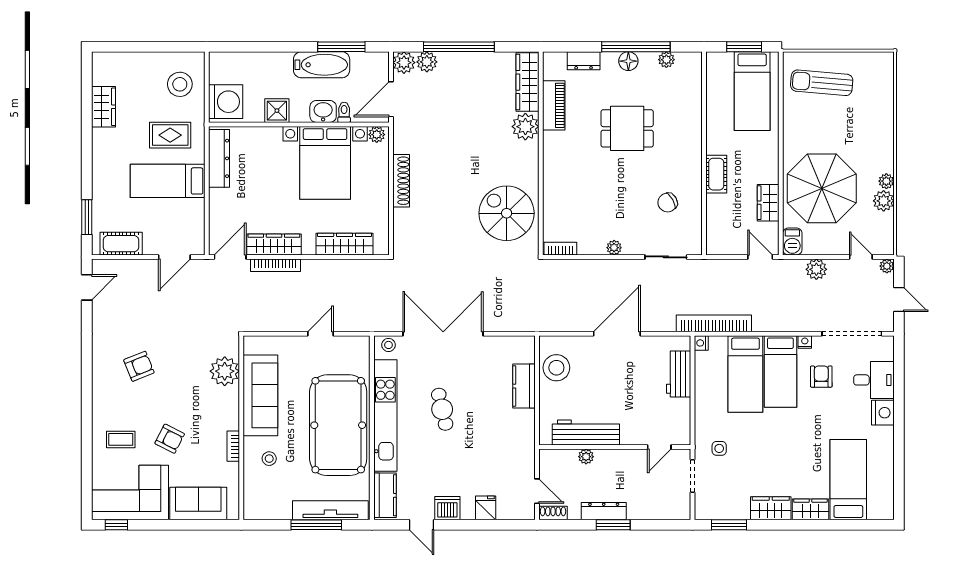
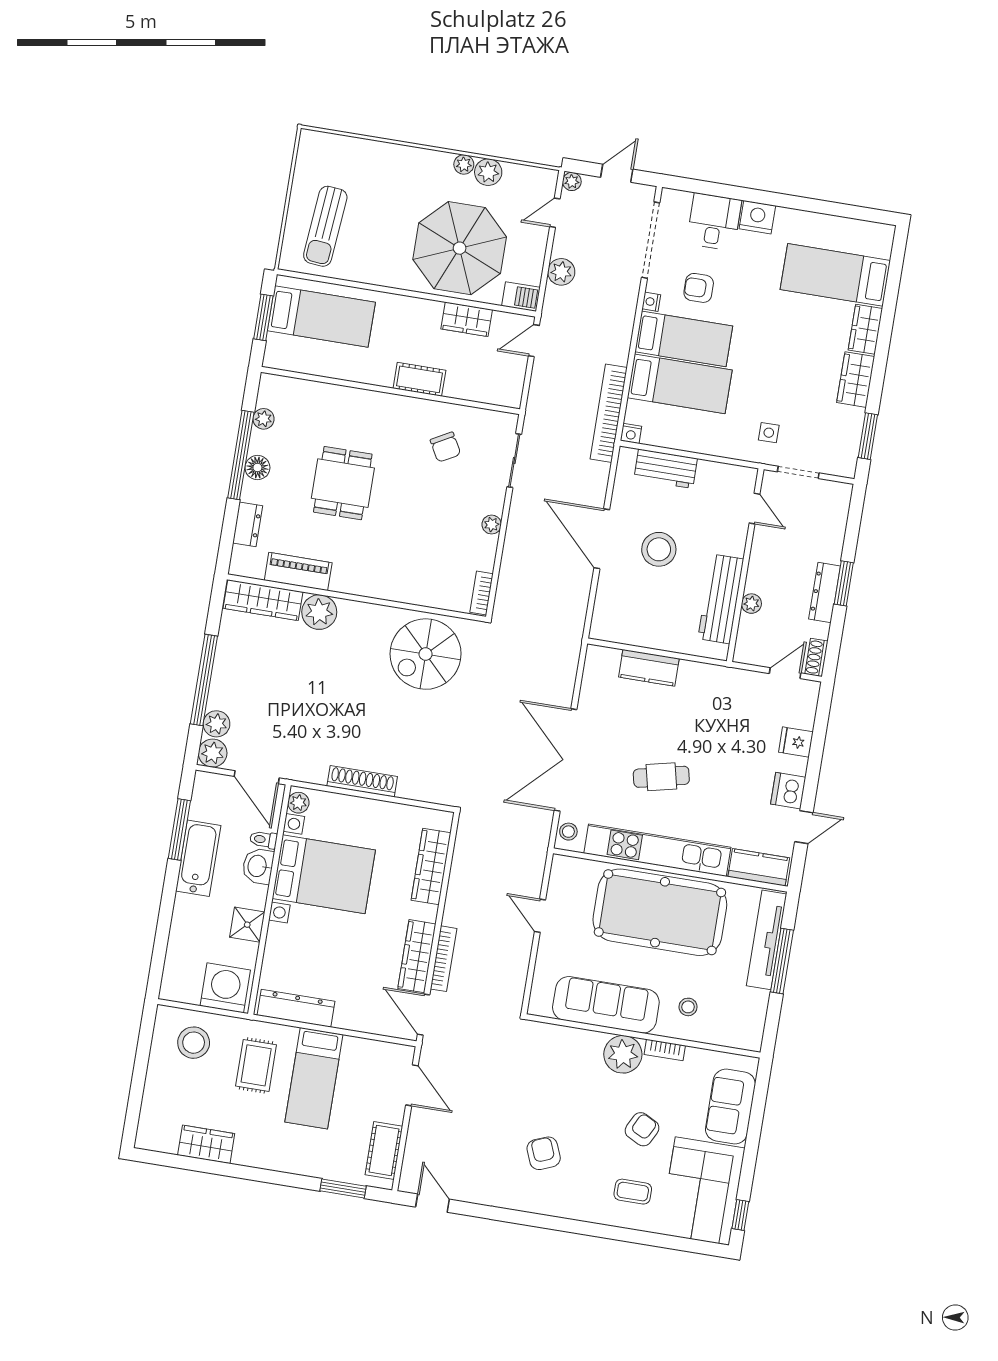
stool: (556, 368) -> (659, 549), moved
plant: (225, 371) -> (623, 1054), moved
coffee table: (121, 439) -> (633, 1192), turned 90

